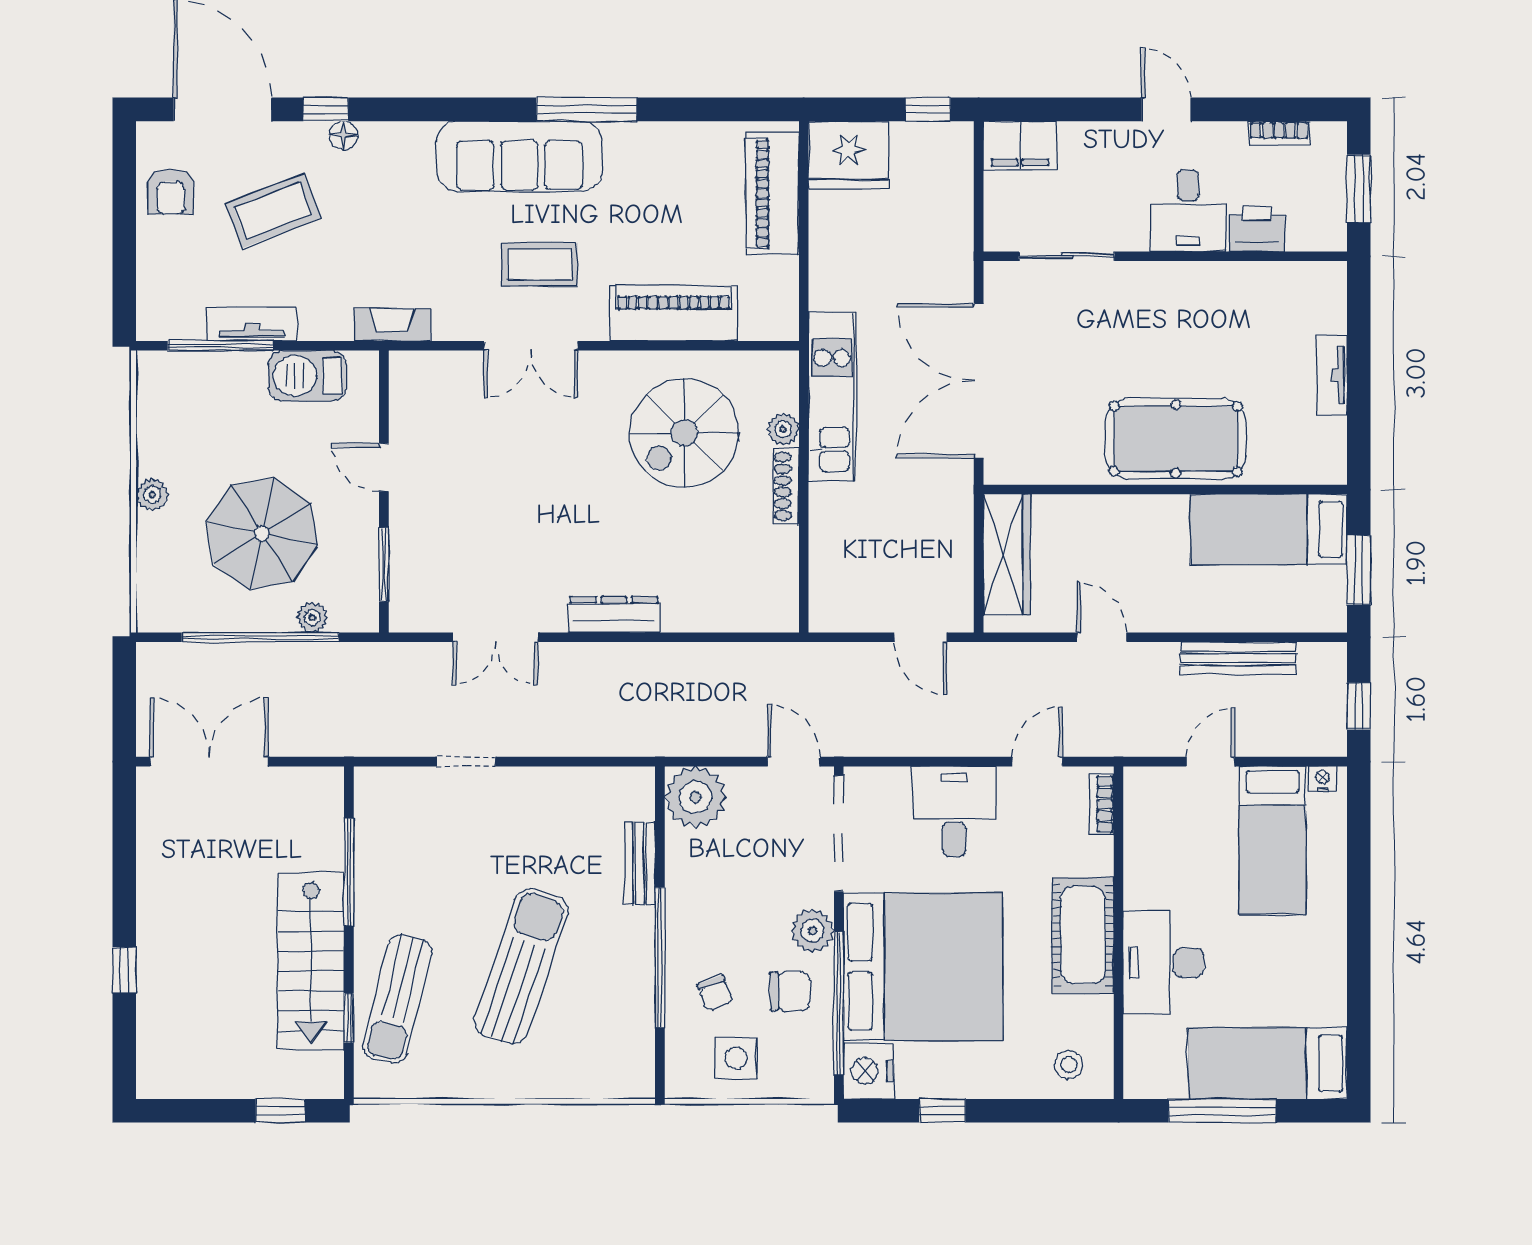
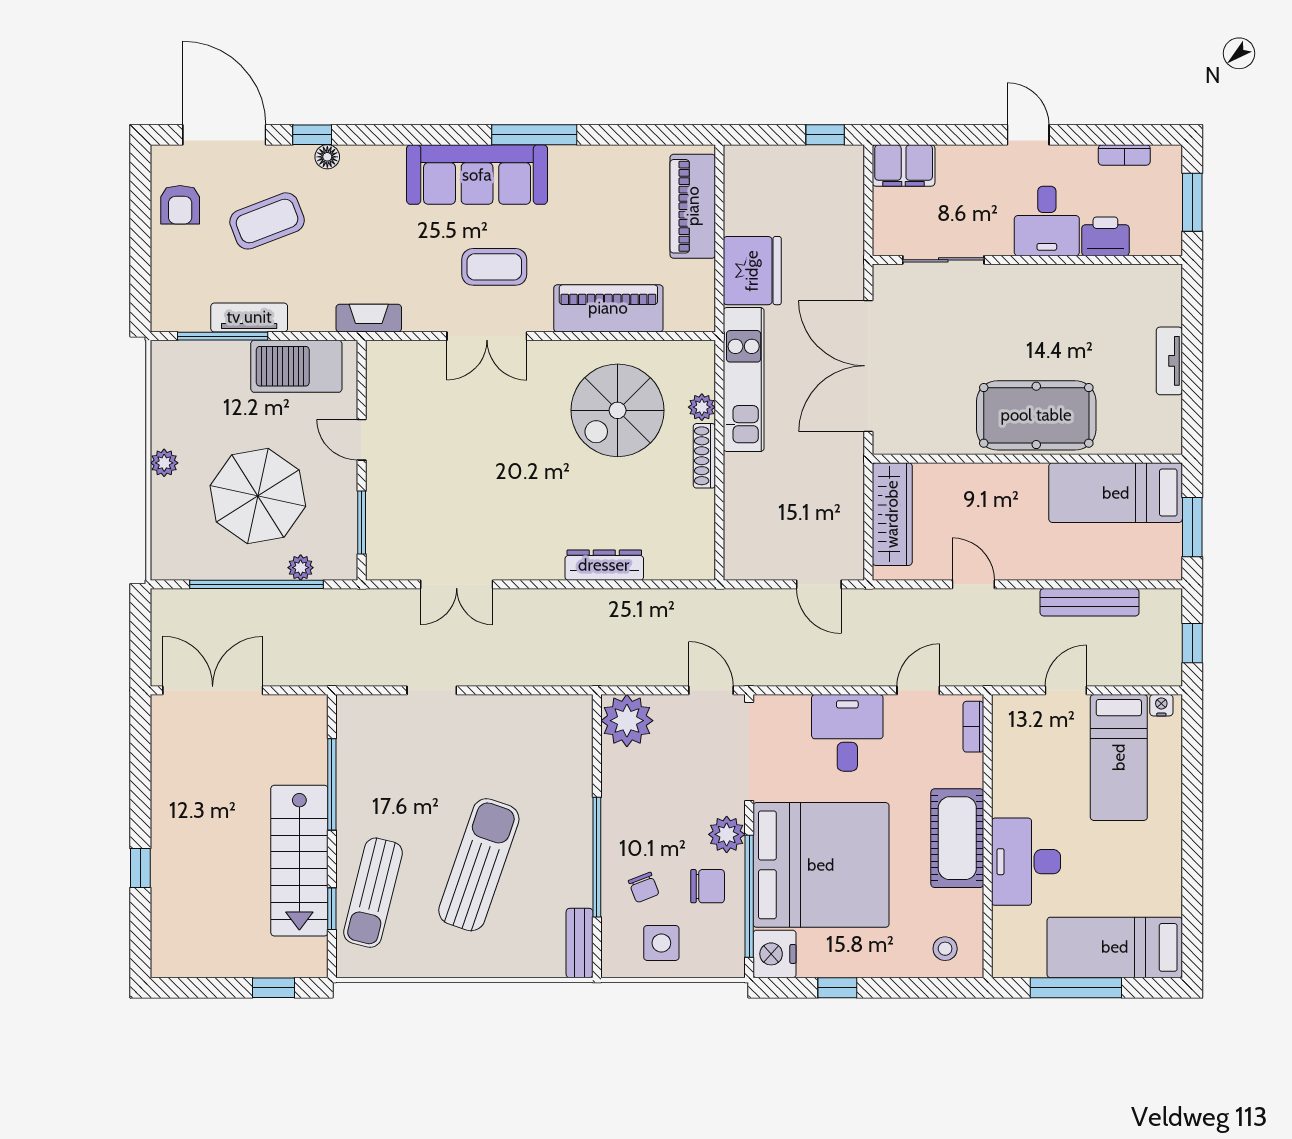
fridge: (849, 155) -> (752, 271), moved, turned -90
barbecue: (307, 376) -> (296, 366), width x1.37, depth x1.21
dresser: (614, 615) -> (604, 565), moved
bench: (640, 863) -> (580, 943), moved

